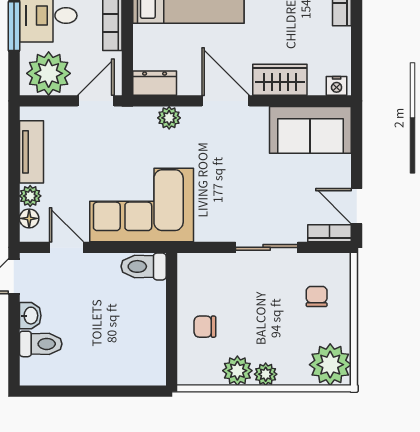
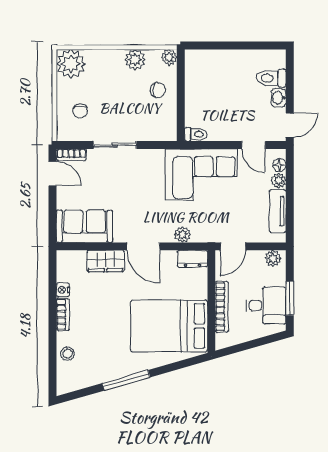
plant: (49, 73) -> (273, 258), width x0.53, depth x0.53
nightstand: (337, 86) -> (63, 290), moved, turned -90
toilet: (144, 266) -> (196, 134), width x0.73, depth x0.72
plant: (266, 374) -> (169, 57), moved

